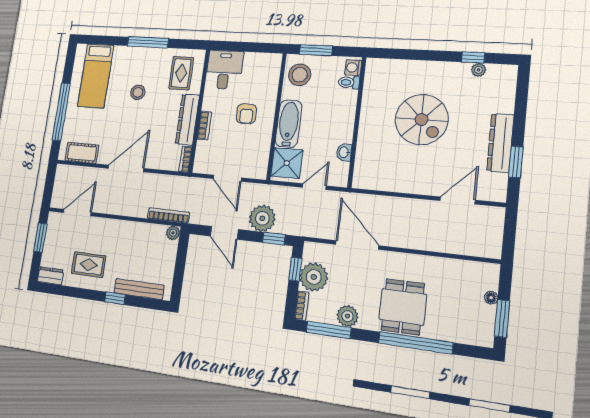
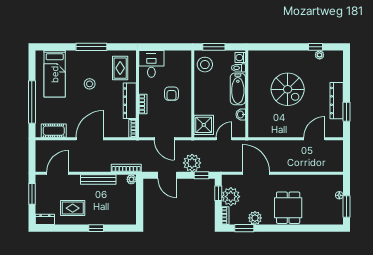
bathtub: (289, 124) -> (238, 89), moved, turned 180
bench: (139, 289) -> (98, 180), moved
window: (329, 330) -> (244, 228), width x0.69
window: (415, 343) -> (298, 228), removed

